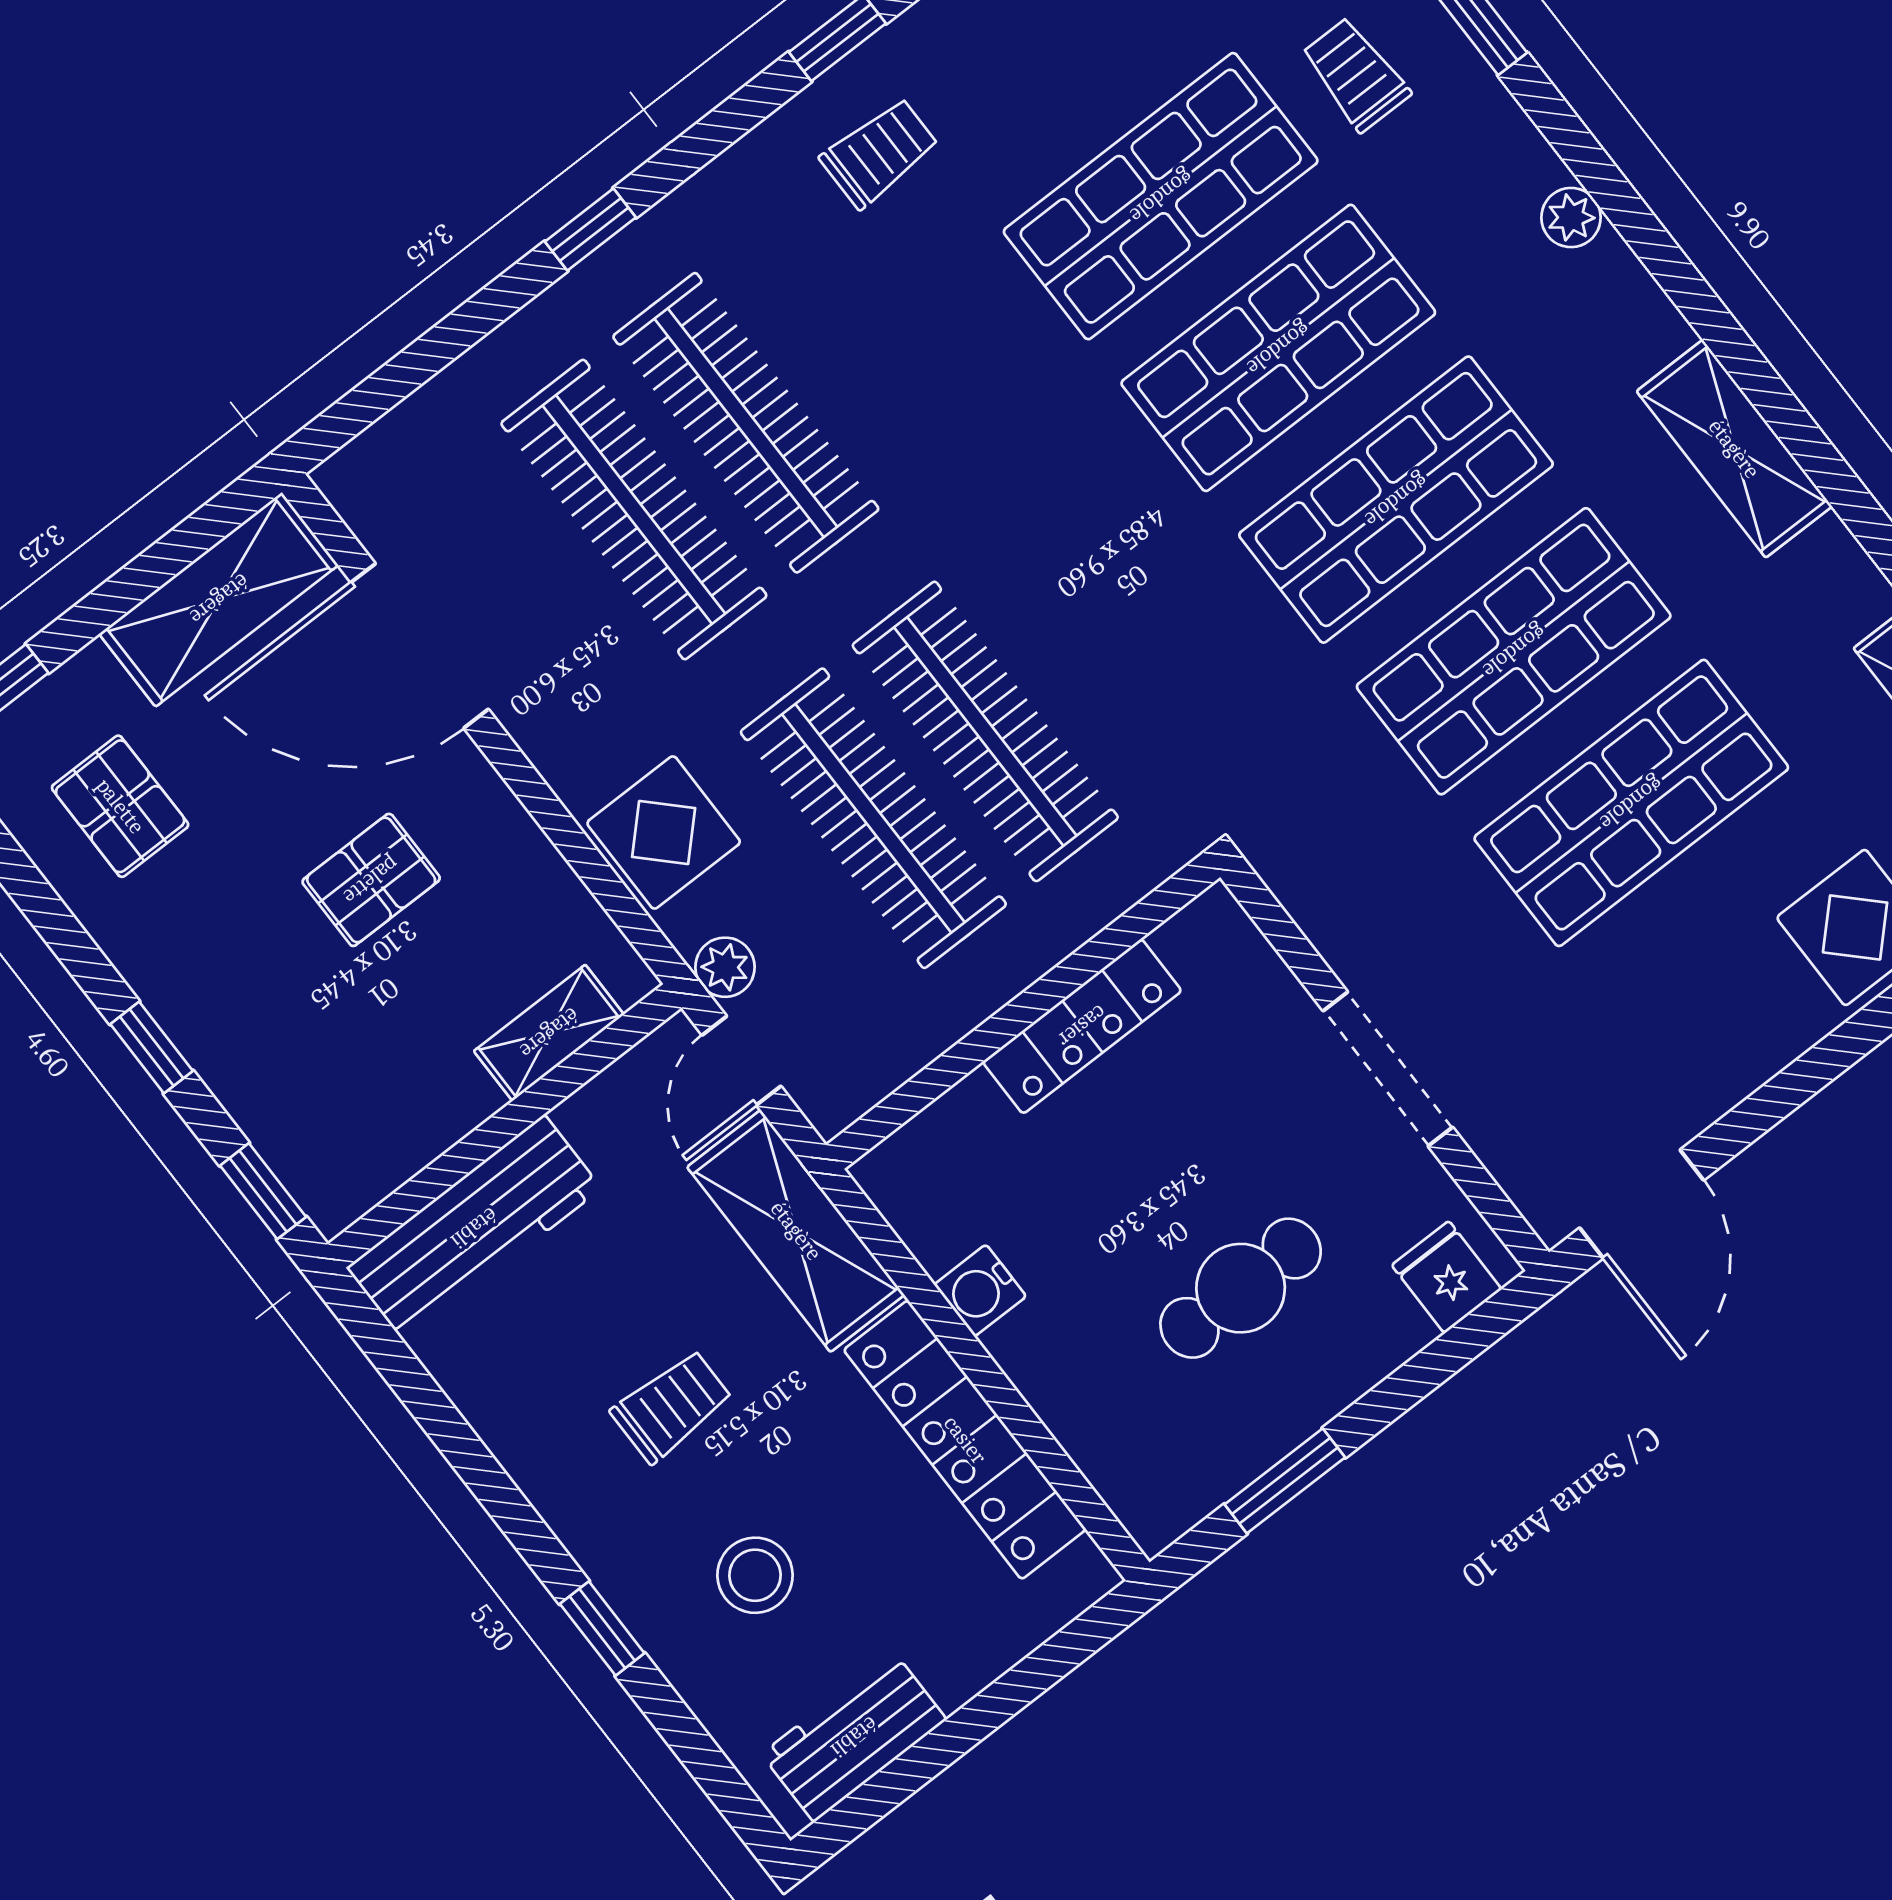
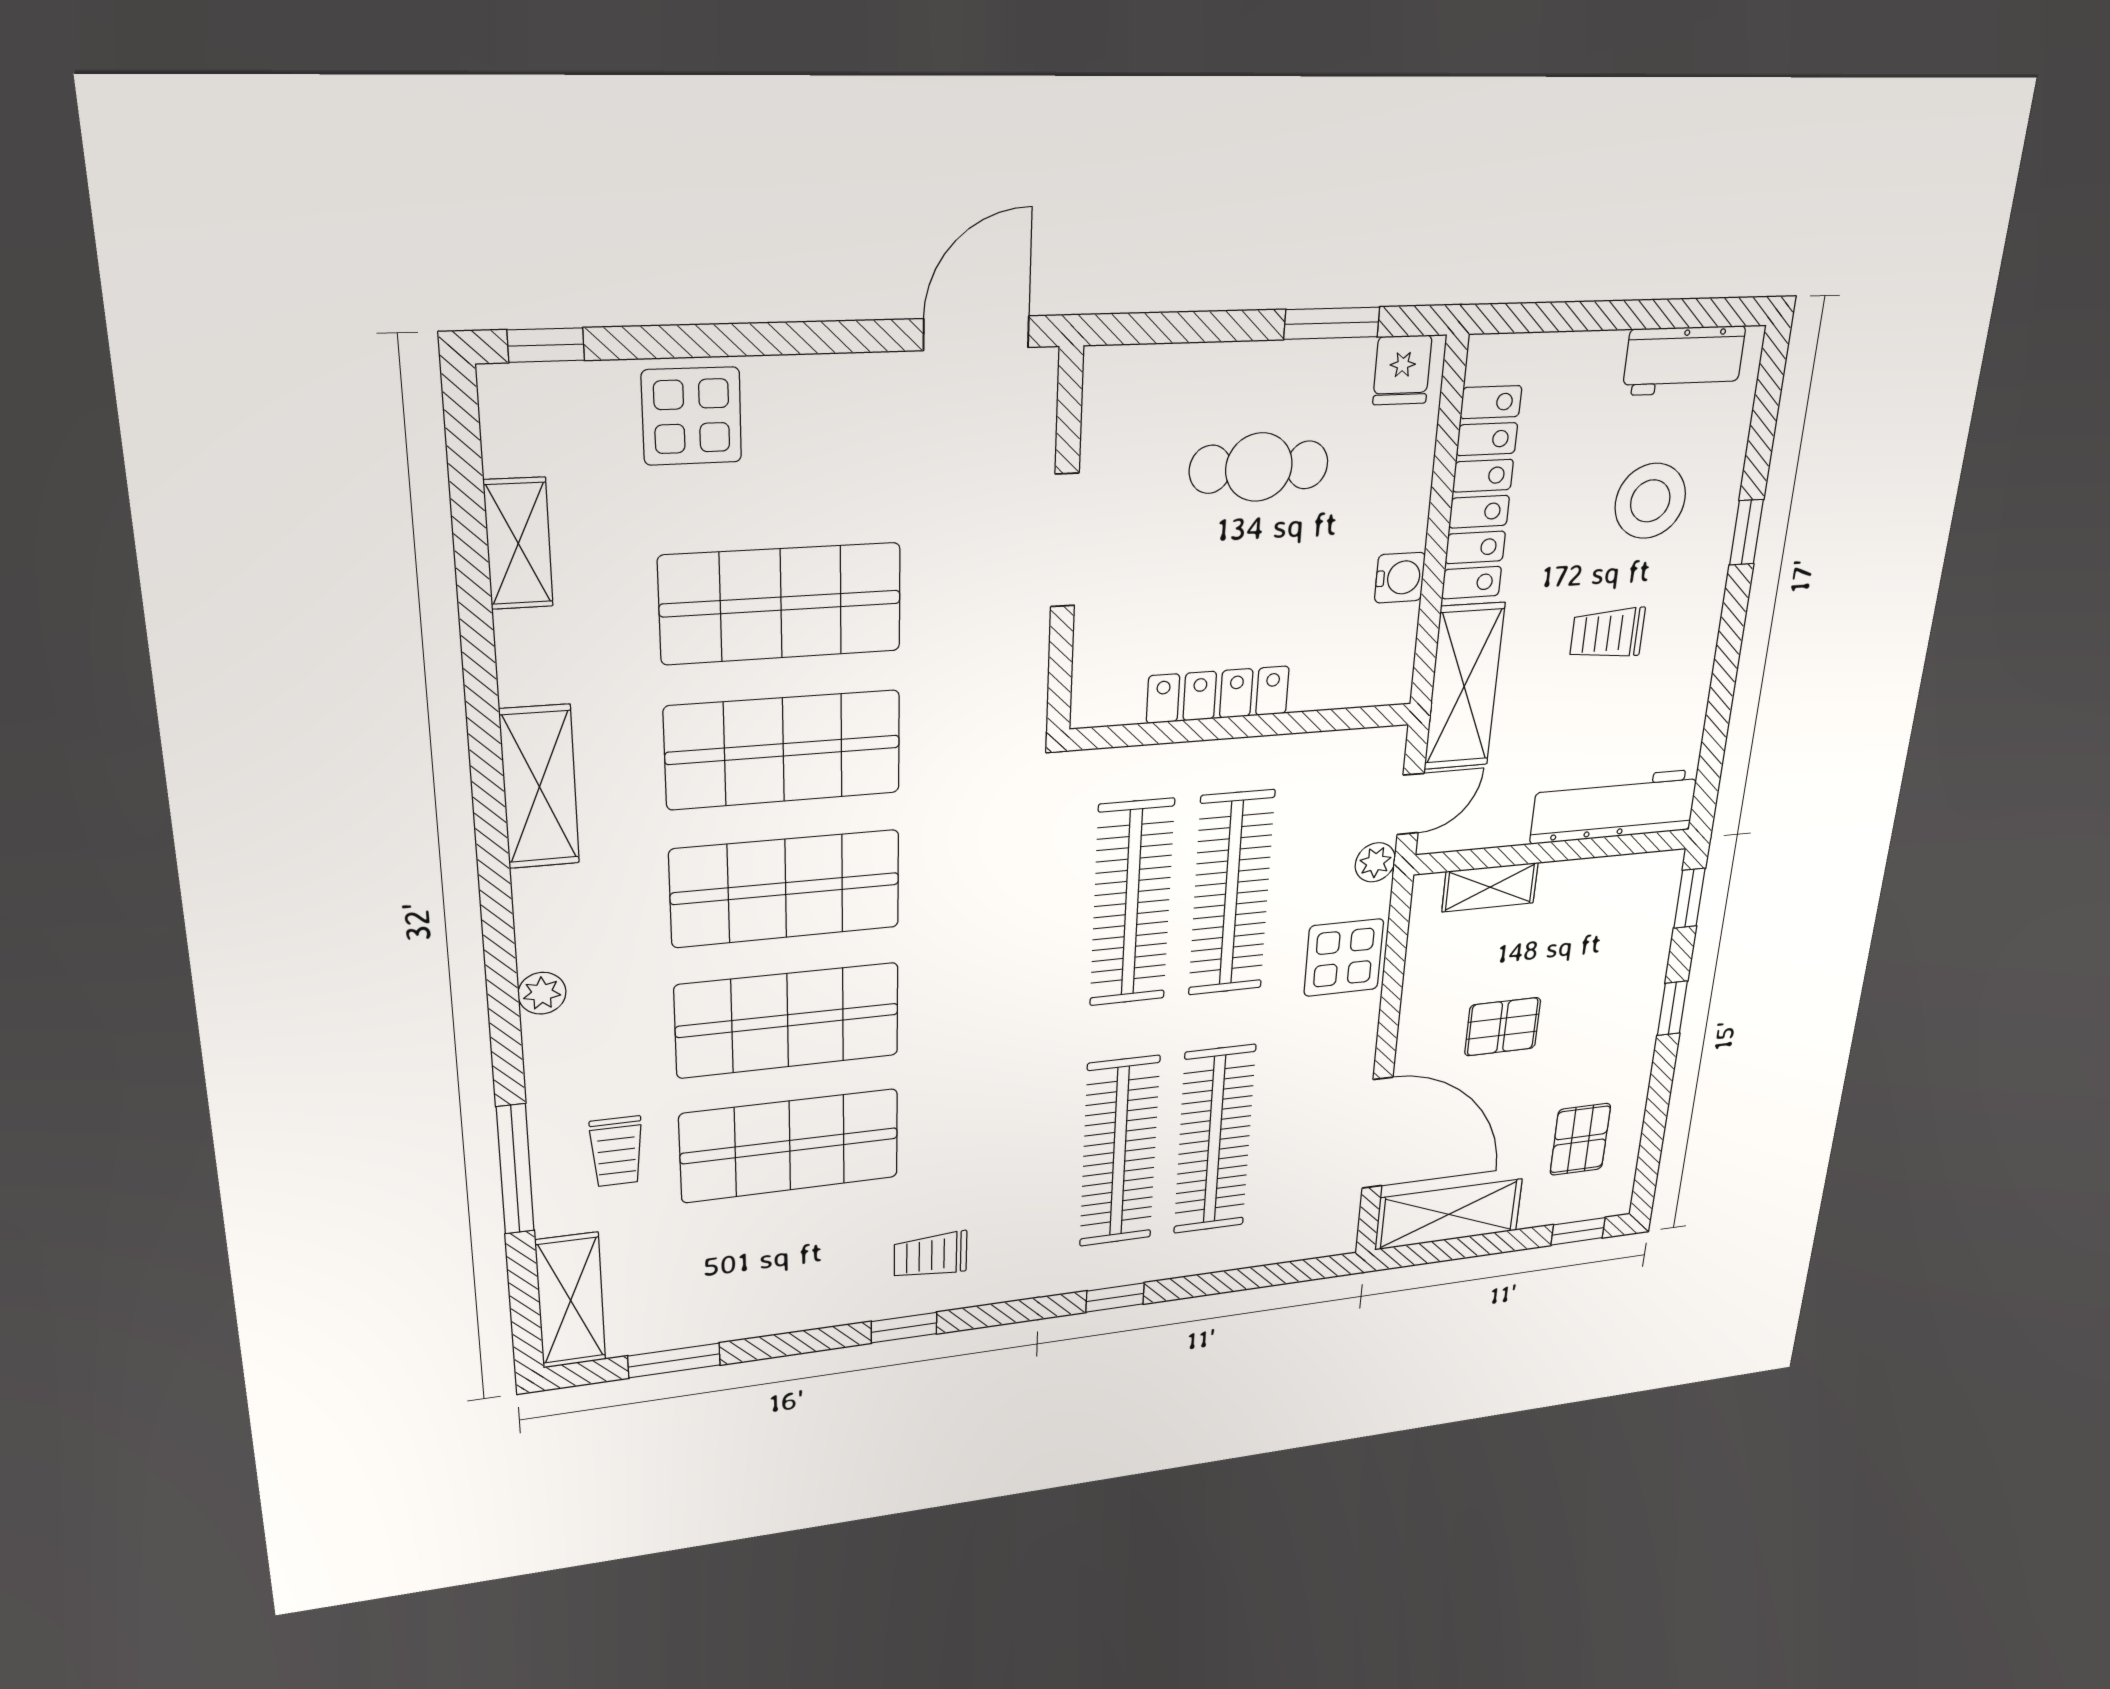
fridge: (1447, 1277) -> (1402, 370), moved
stool: (755, 1575) -> (1650, 501), width x1.38, depth x1.38

